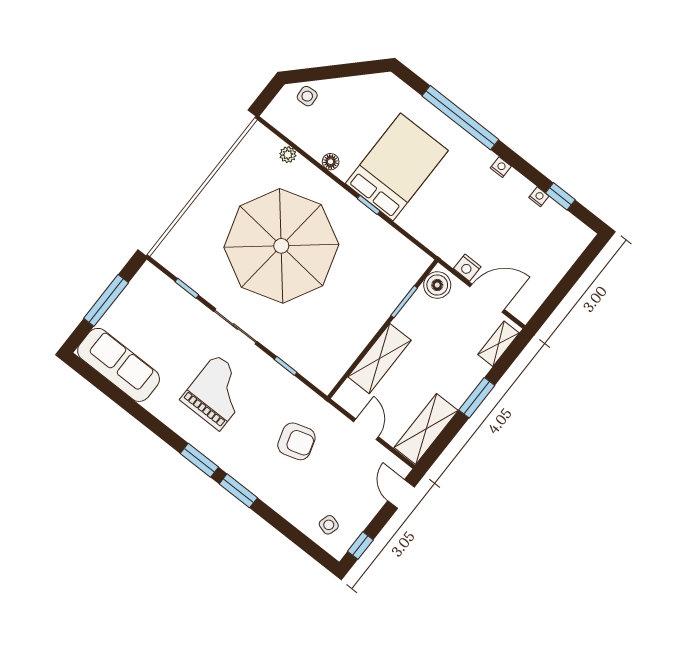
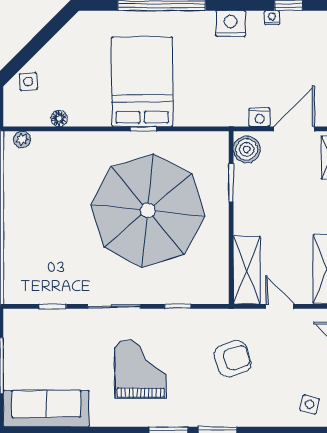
plant: (288, 155) -> (22, 139), moved
floor lamp: (331, 162) -> (59, 118), moved
nightstand: (501, 167) -> (231, 24), width x1.89, depth x1.79
parasol: (281, 246) -> (148, 210), moved
shelving: (380, 359) -> (247, 270), moved

